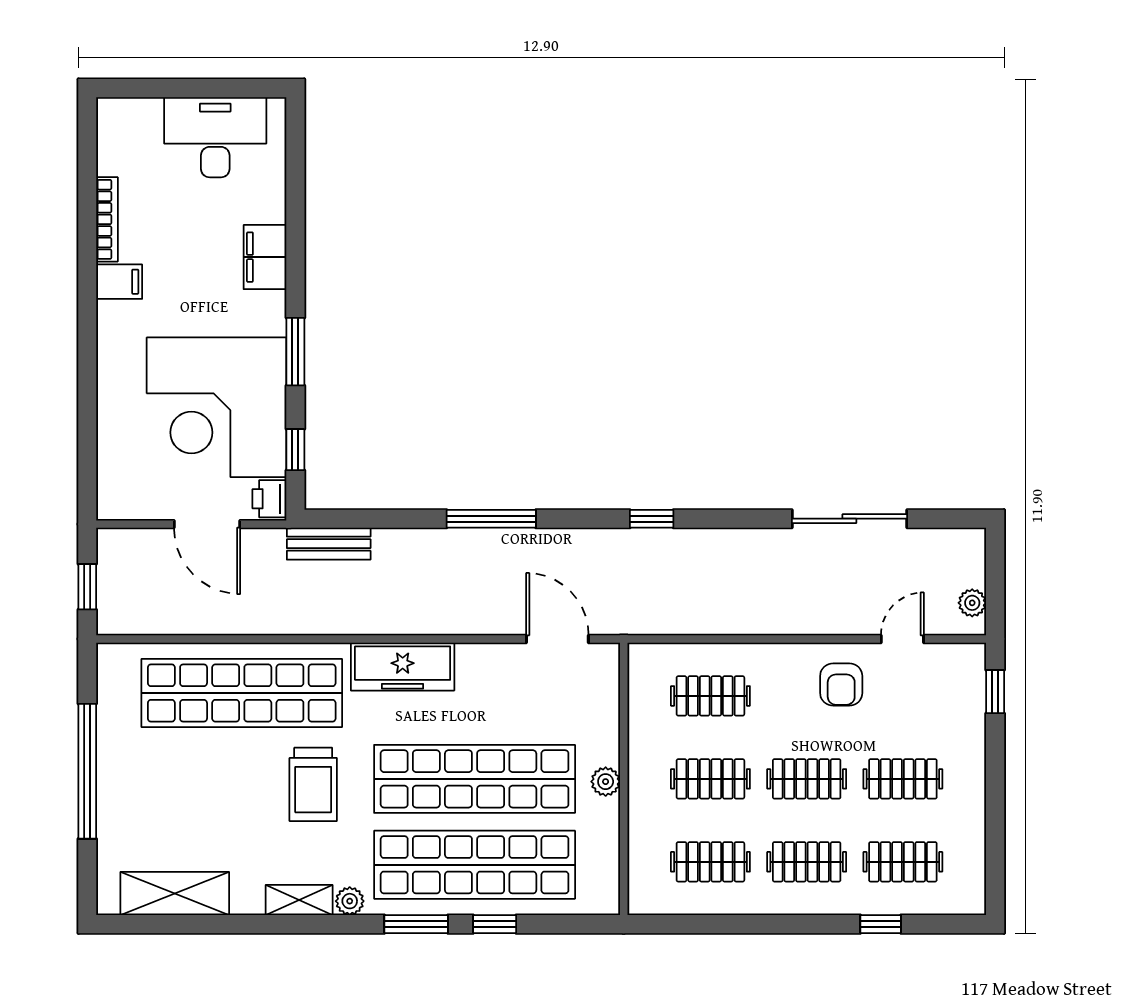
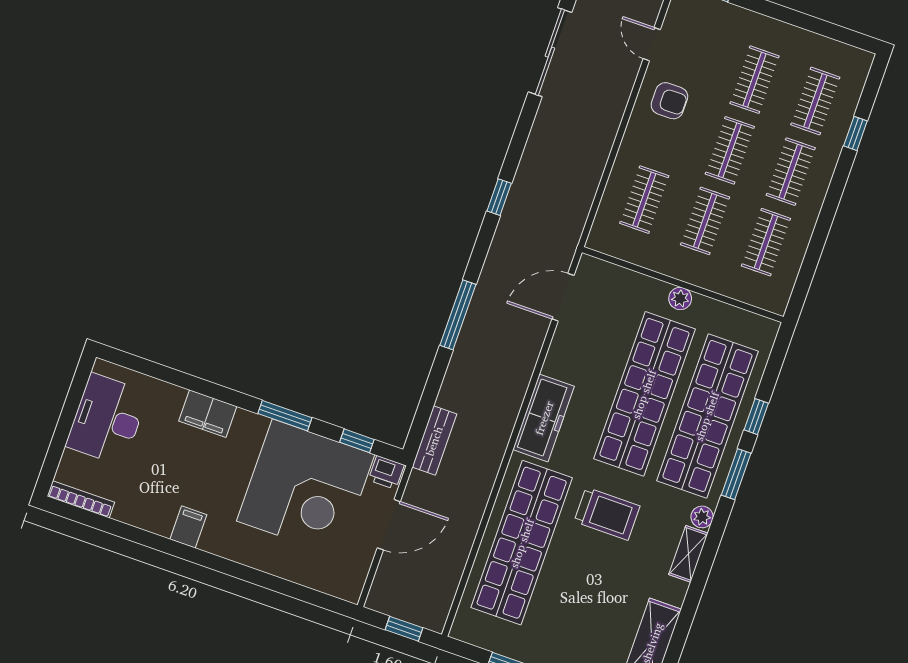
bookcase: (107, 219) -> (81, 499), moved

